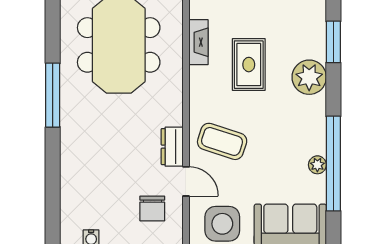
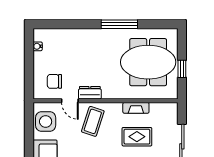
fireplace: (198, 42) -> (136, 108), moved
door: (186, 181) -> (70, 101), hinge flipped

